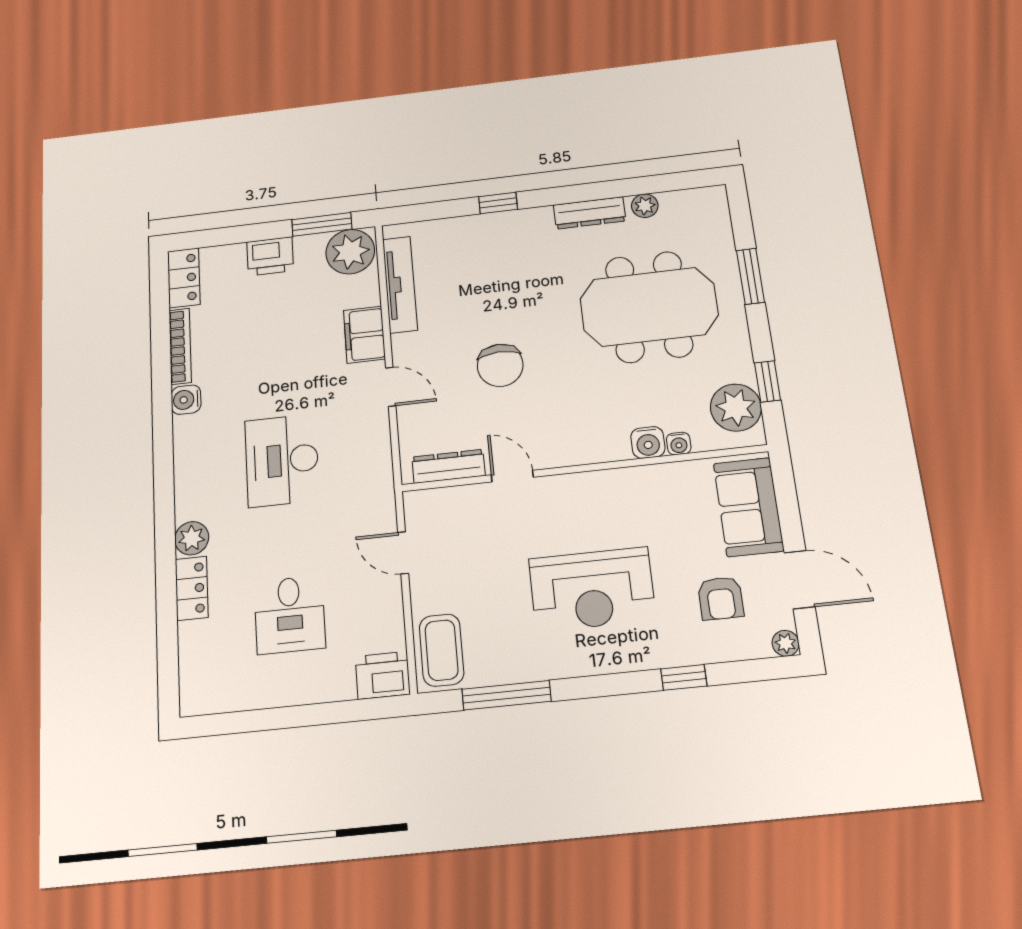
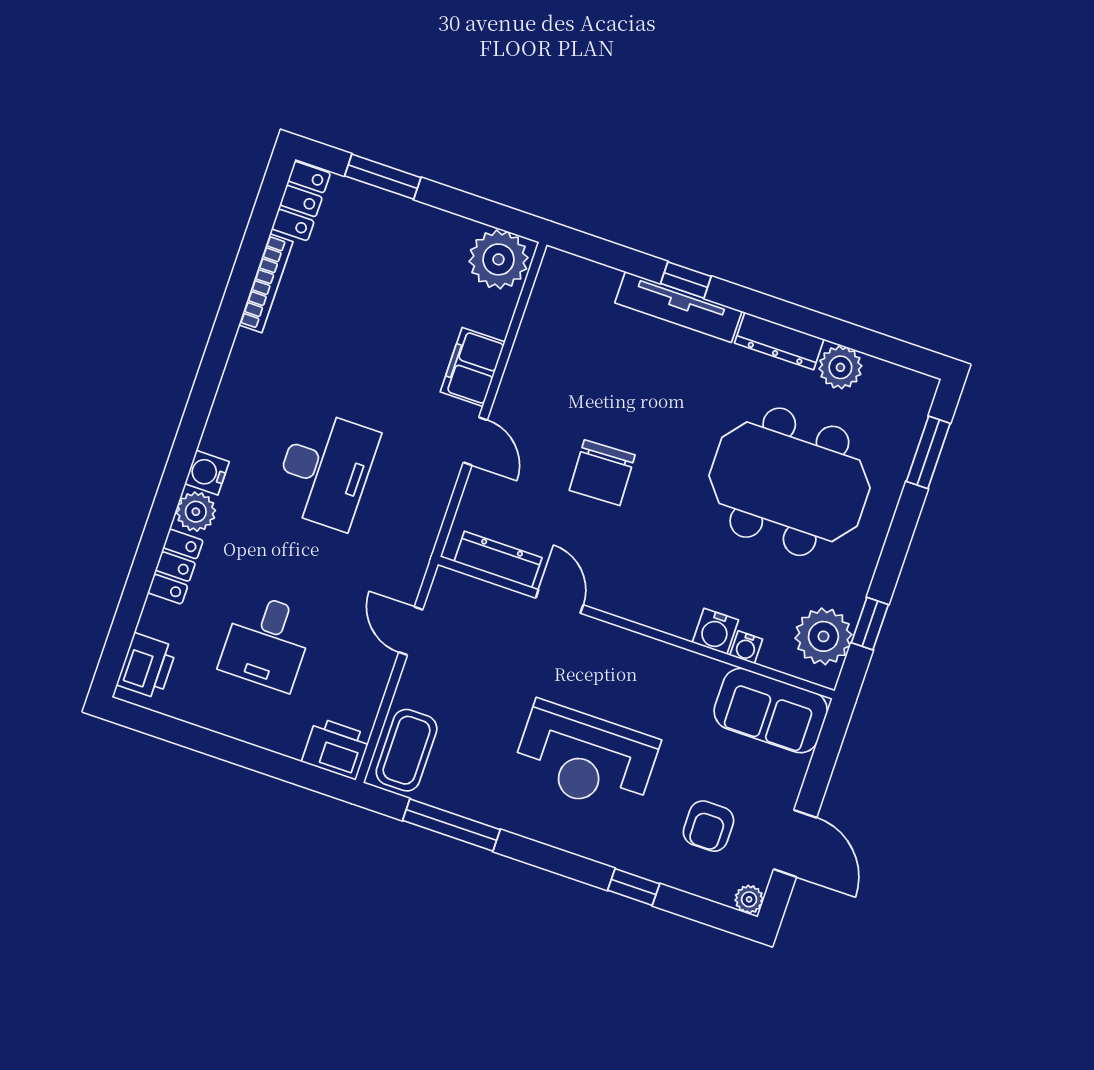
plant: (645, 206) -> (840, 367), width x1.38, depth x1.38
window: (322, 224) -> (383, 177), moved
printer: (270, 256) -> (147, 666), moved, turned -90
window: (750, 276) -> (928, 452), moved
tv unit: (400, 284) -> (678, 307), moved, turned 90
water cooler: (186, 400) -> (207, 473), moved
desk: (282, 460) -> (325, 470), turned 180
sofa: (748, 507) -> (771, 711), moved, turned -90

